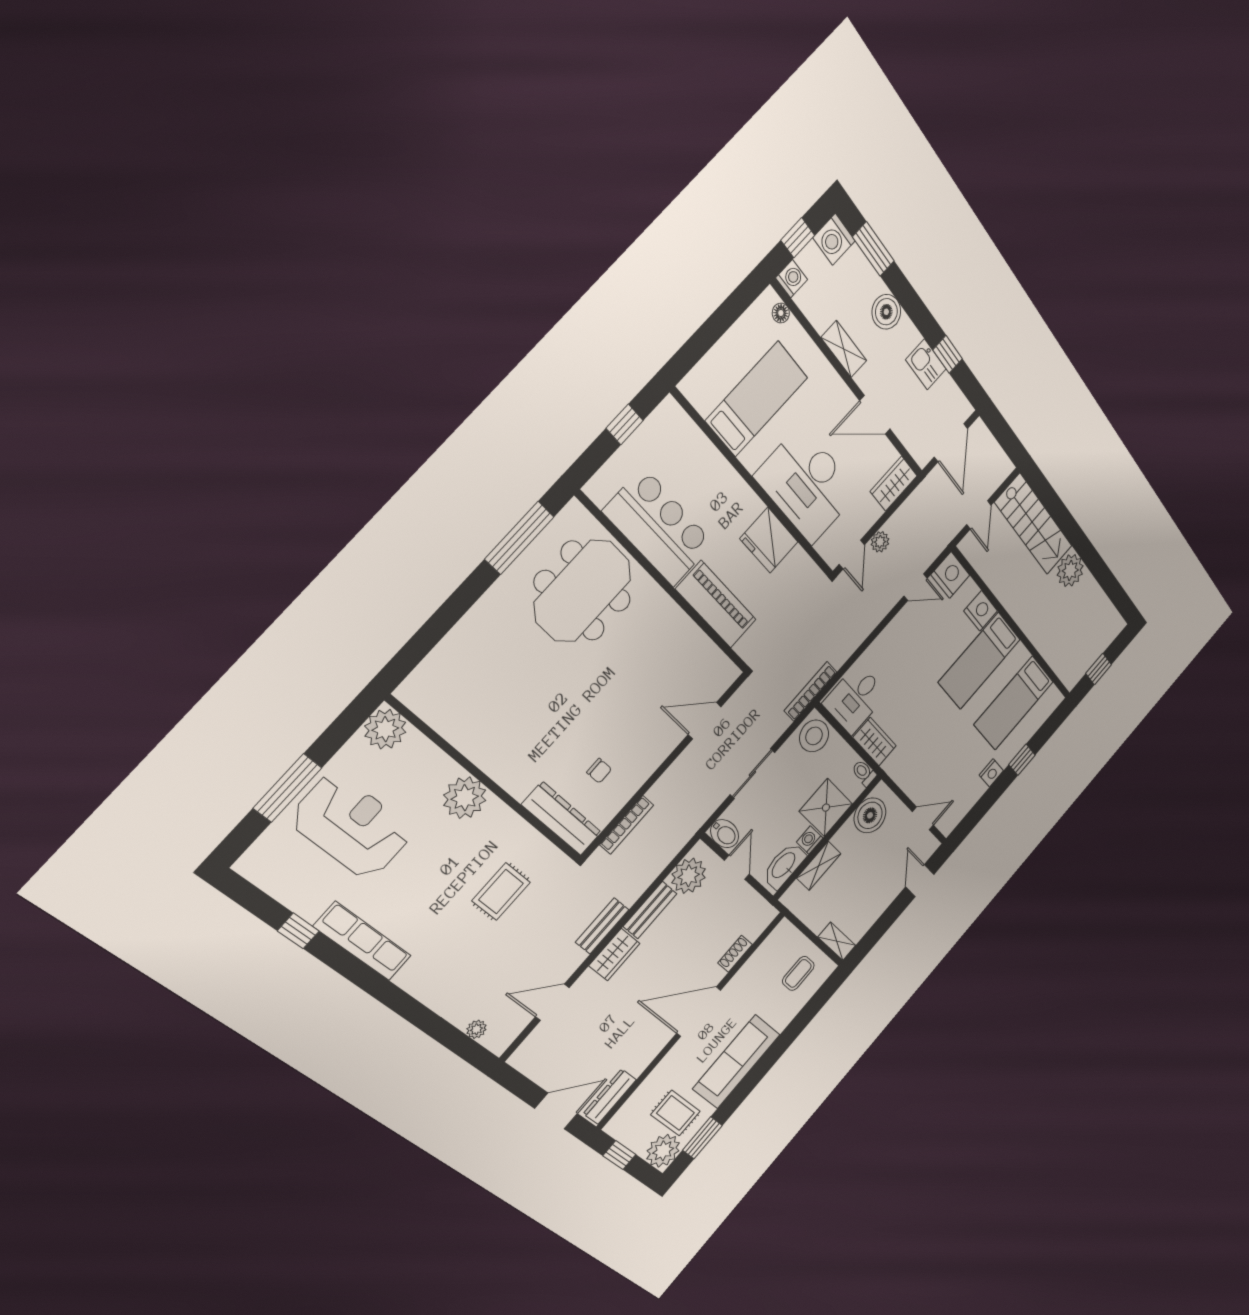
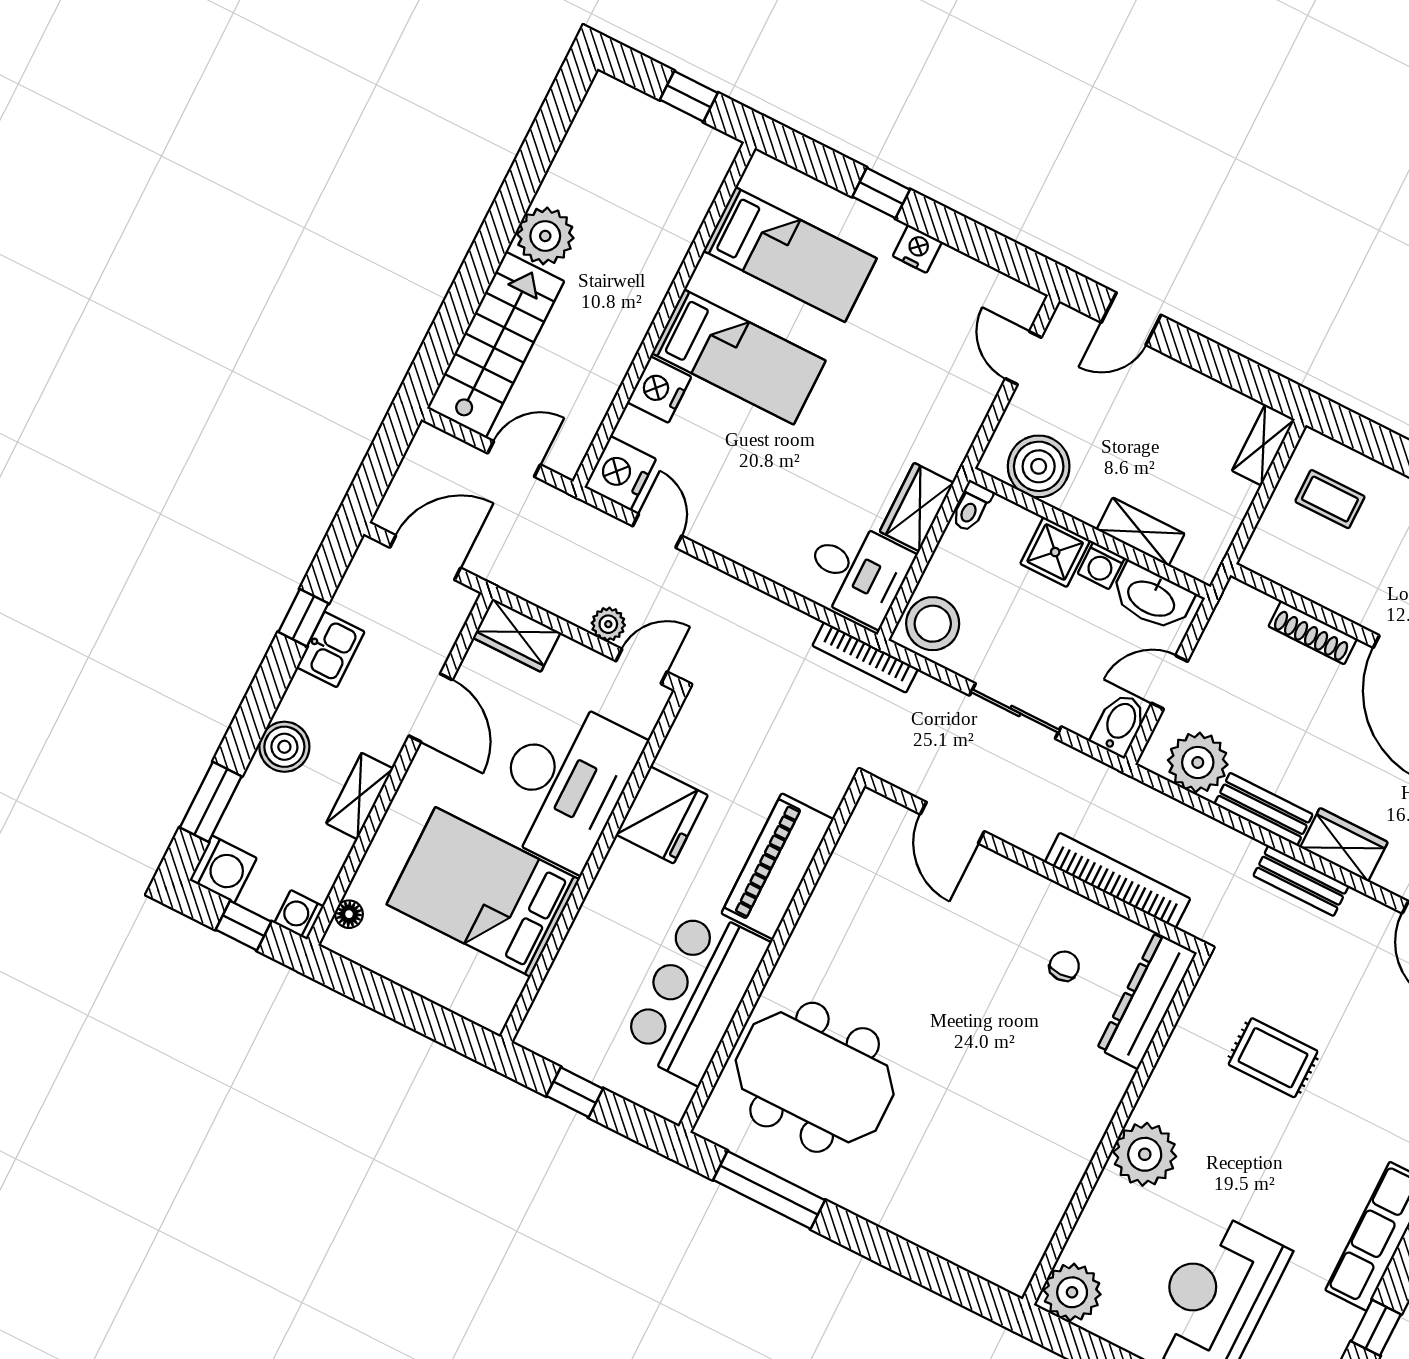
bed: (757, 399) -> (483, 892), width x1.50
shower: (826, 808) -> (1055, 552), width x0.73, depth x0.73
bookcase: (627, 825) -> (1117, 880), width x1.48, depth x1.31
shoe rack: (735, 954) -> (1313, 632), width x1.43

